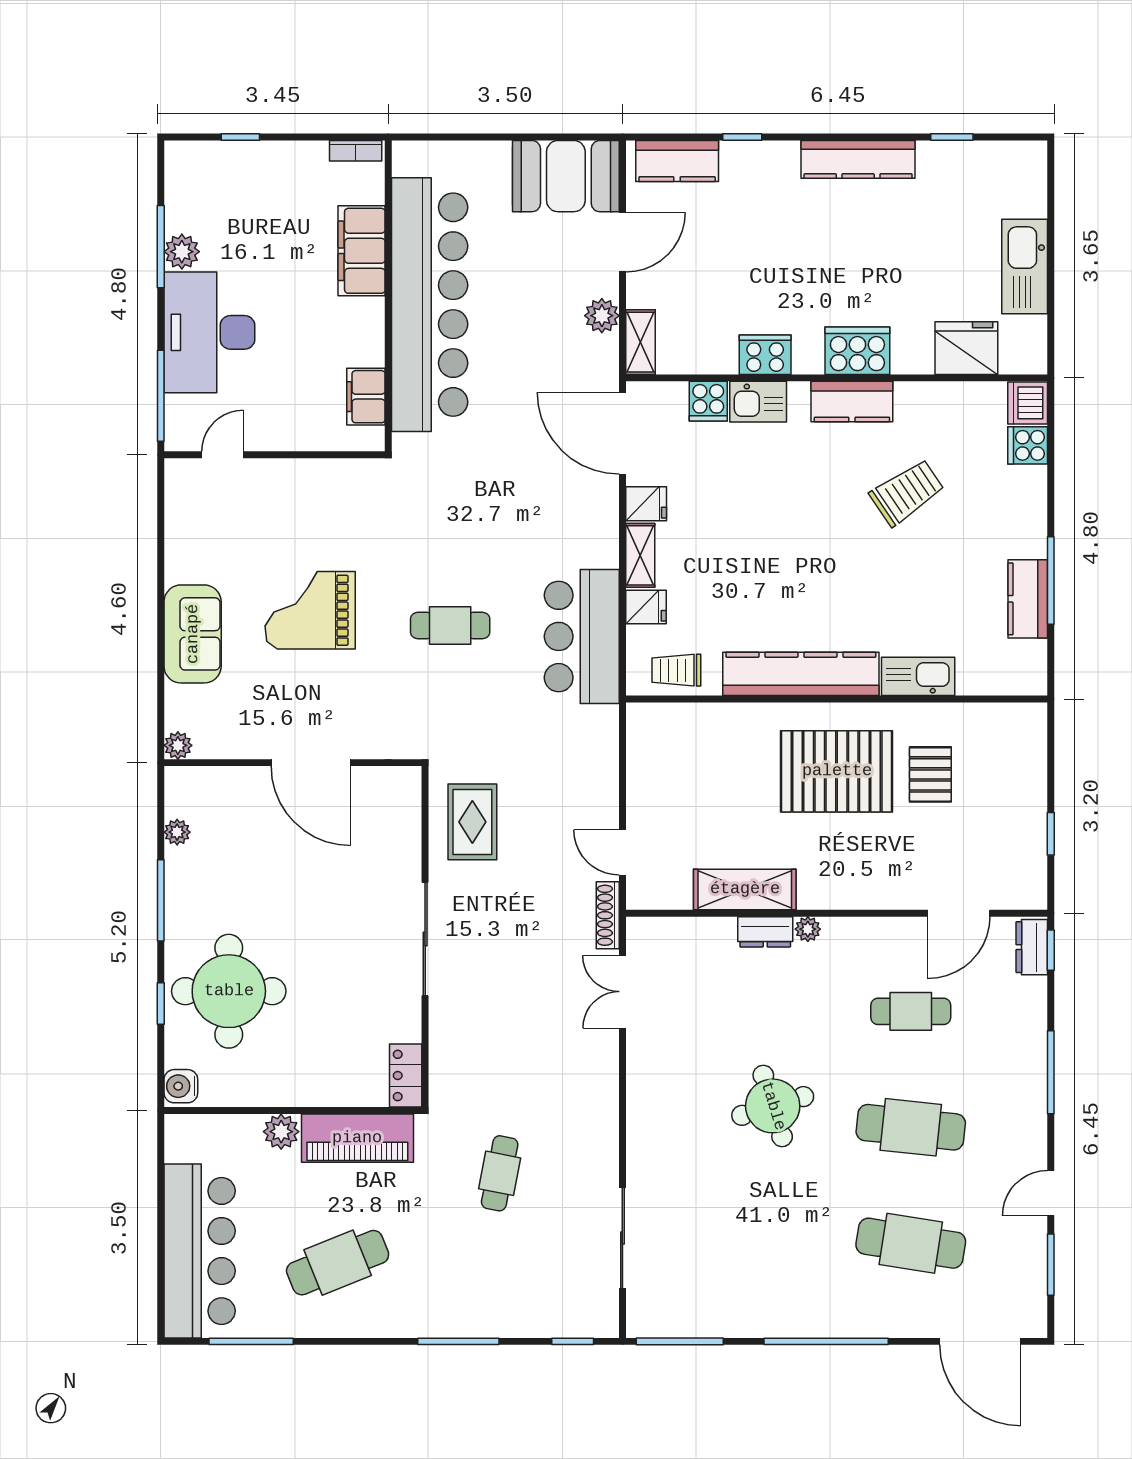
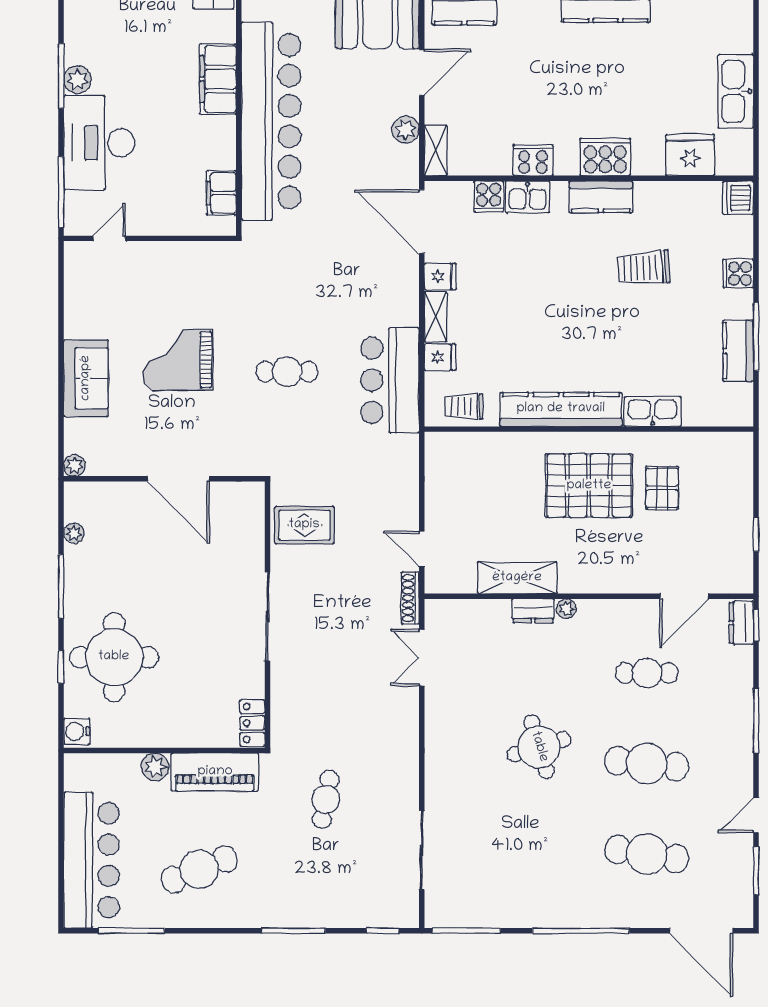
cooker: (1028, 445) -> (738, 273), moved
trolley: (907, 492) -> (644, 268), turned -150
rug: (472, 822) -> (304, 525), turned 90

